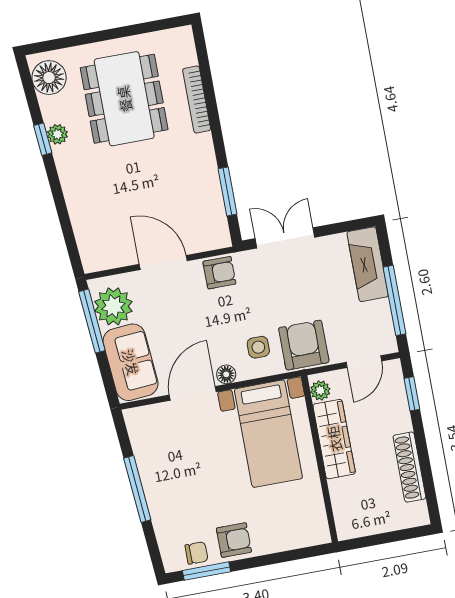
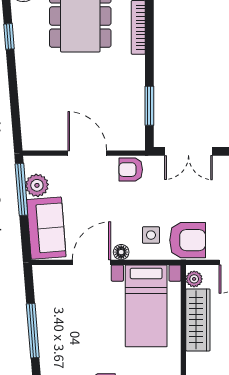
plant: (57, 134) -> (22, 35), removed
double door: (285, 238) -> (188, 151), swing flipped
armchair: (219, 273) -> (131, 170), turned 180
plant: (113, 306) -> (37, 185), width x0.73, depth x0.73
armchair: (304, 345) -> (188, 240), turned 90

